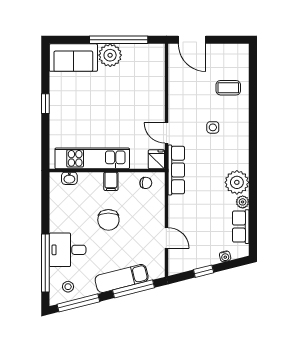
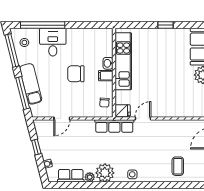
side table: (213, 127) -> (132, 174), moved
washbasin: (69, 178) -> (108, 63), moved

